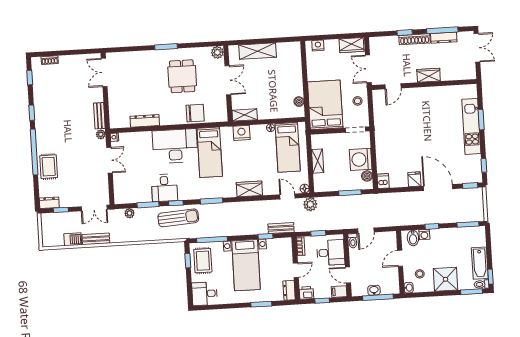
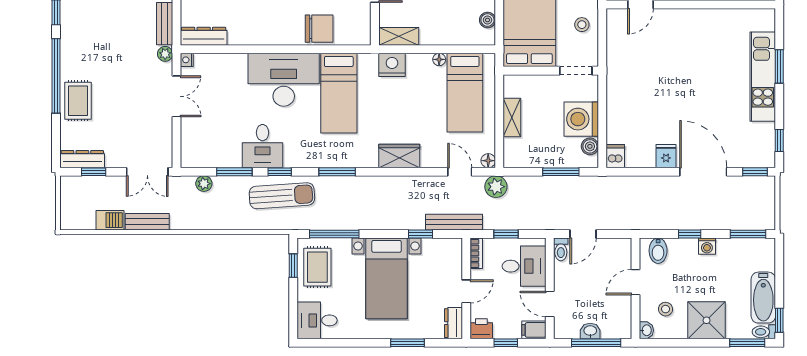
dresser: (145, 121) -> (204, 36), moved
dresser: (49, 203) -> (82, 159), width x1.44
bench: (281, 228) -> (454, 222), width x1.36
washing machine: (424, 234) -> (707, 246), moved

